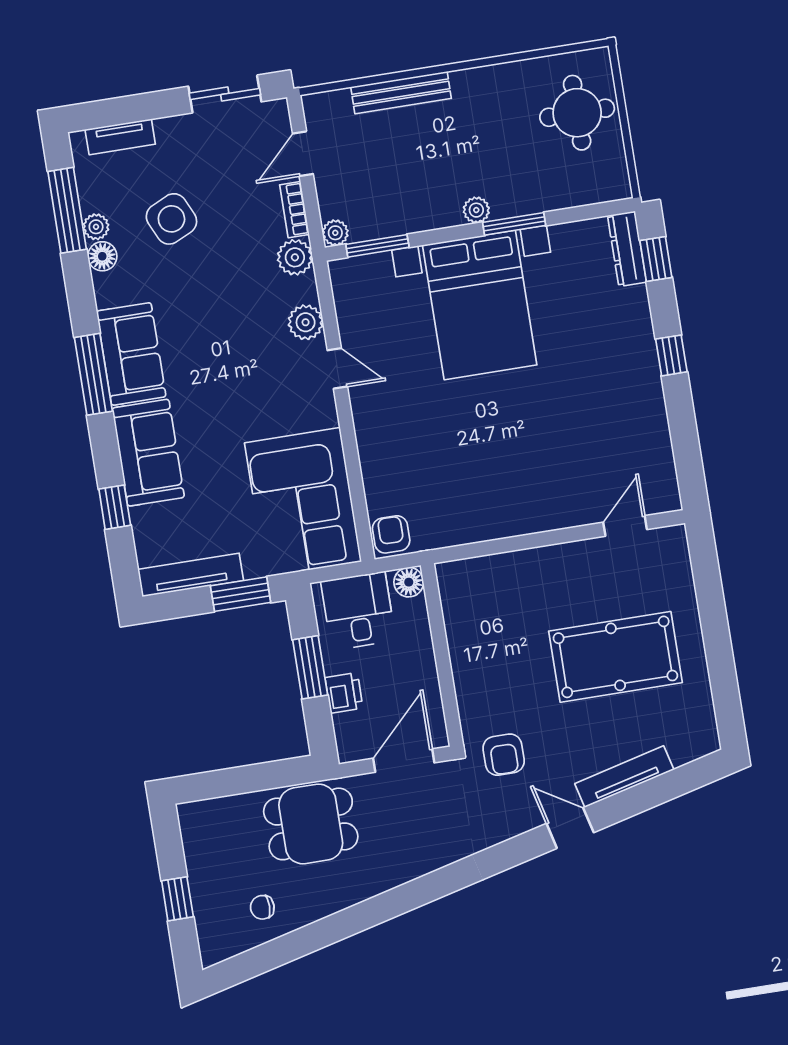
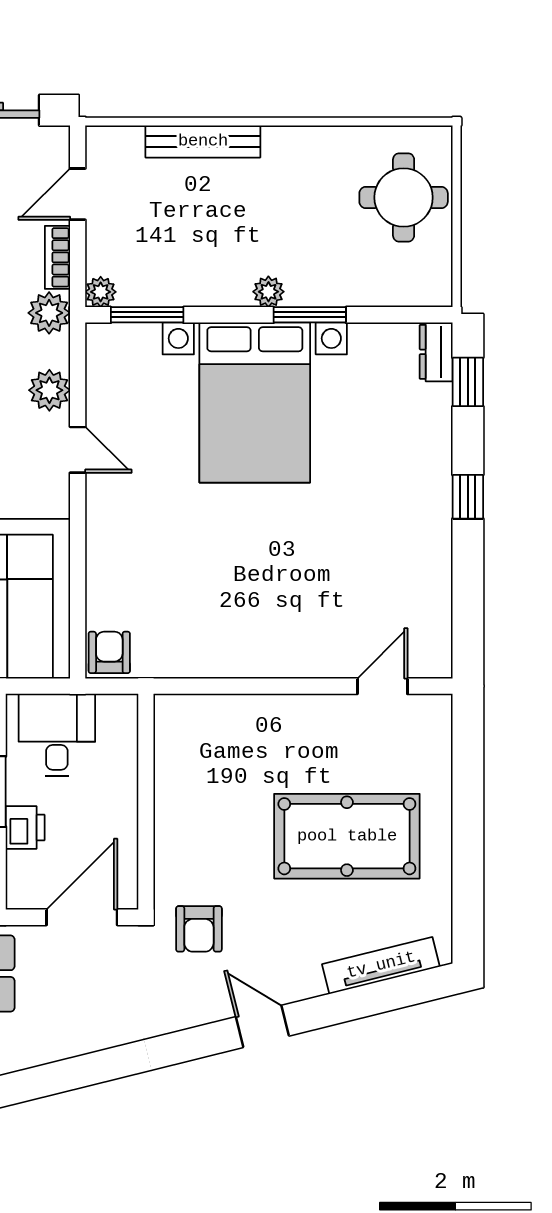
dresser: (627, 249) -> (436, 352), width x0.70
floor lamp: (409, 582) -> (121, 711), removed
tv unit: (624, 777) -> (381, 965), moved

